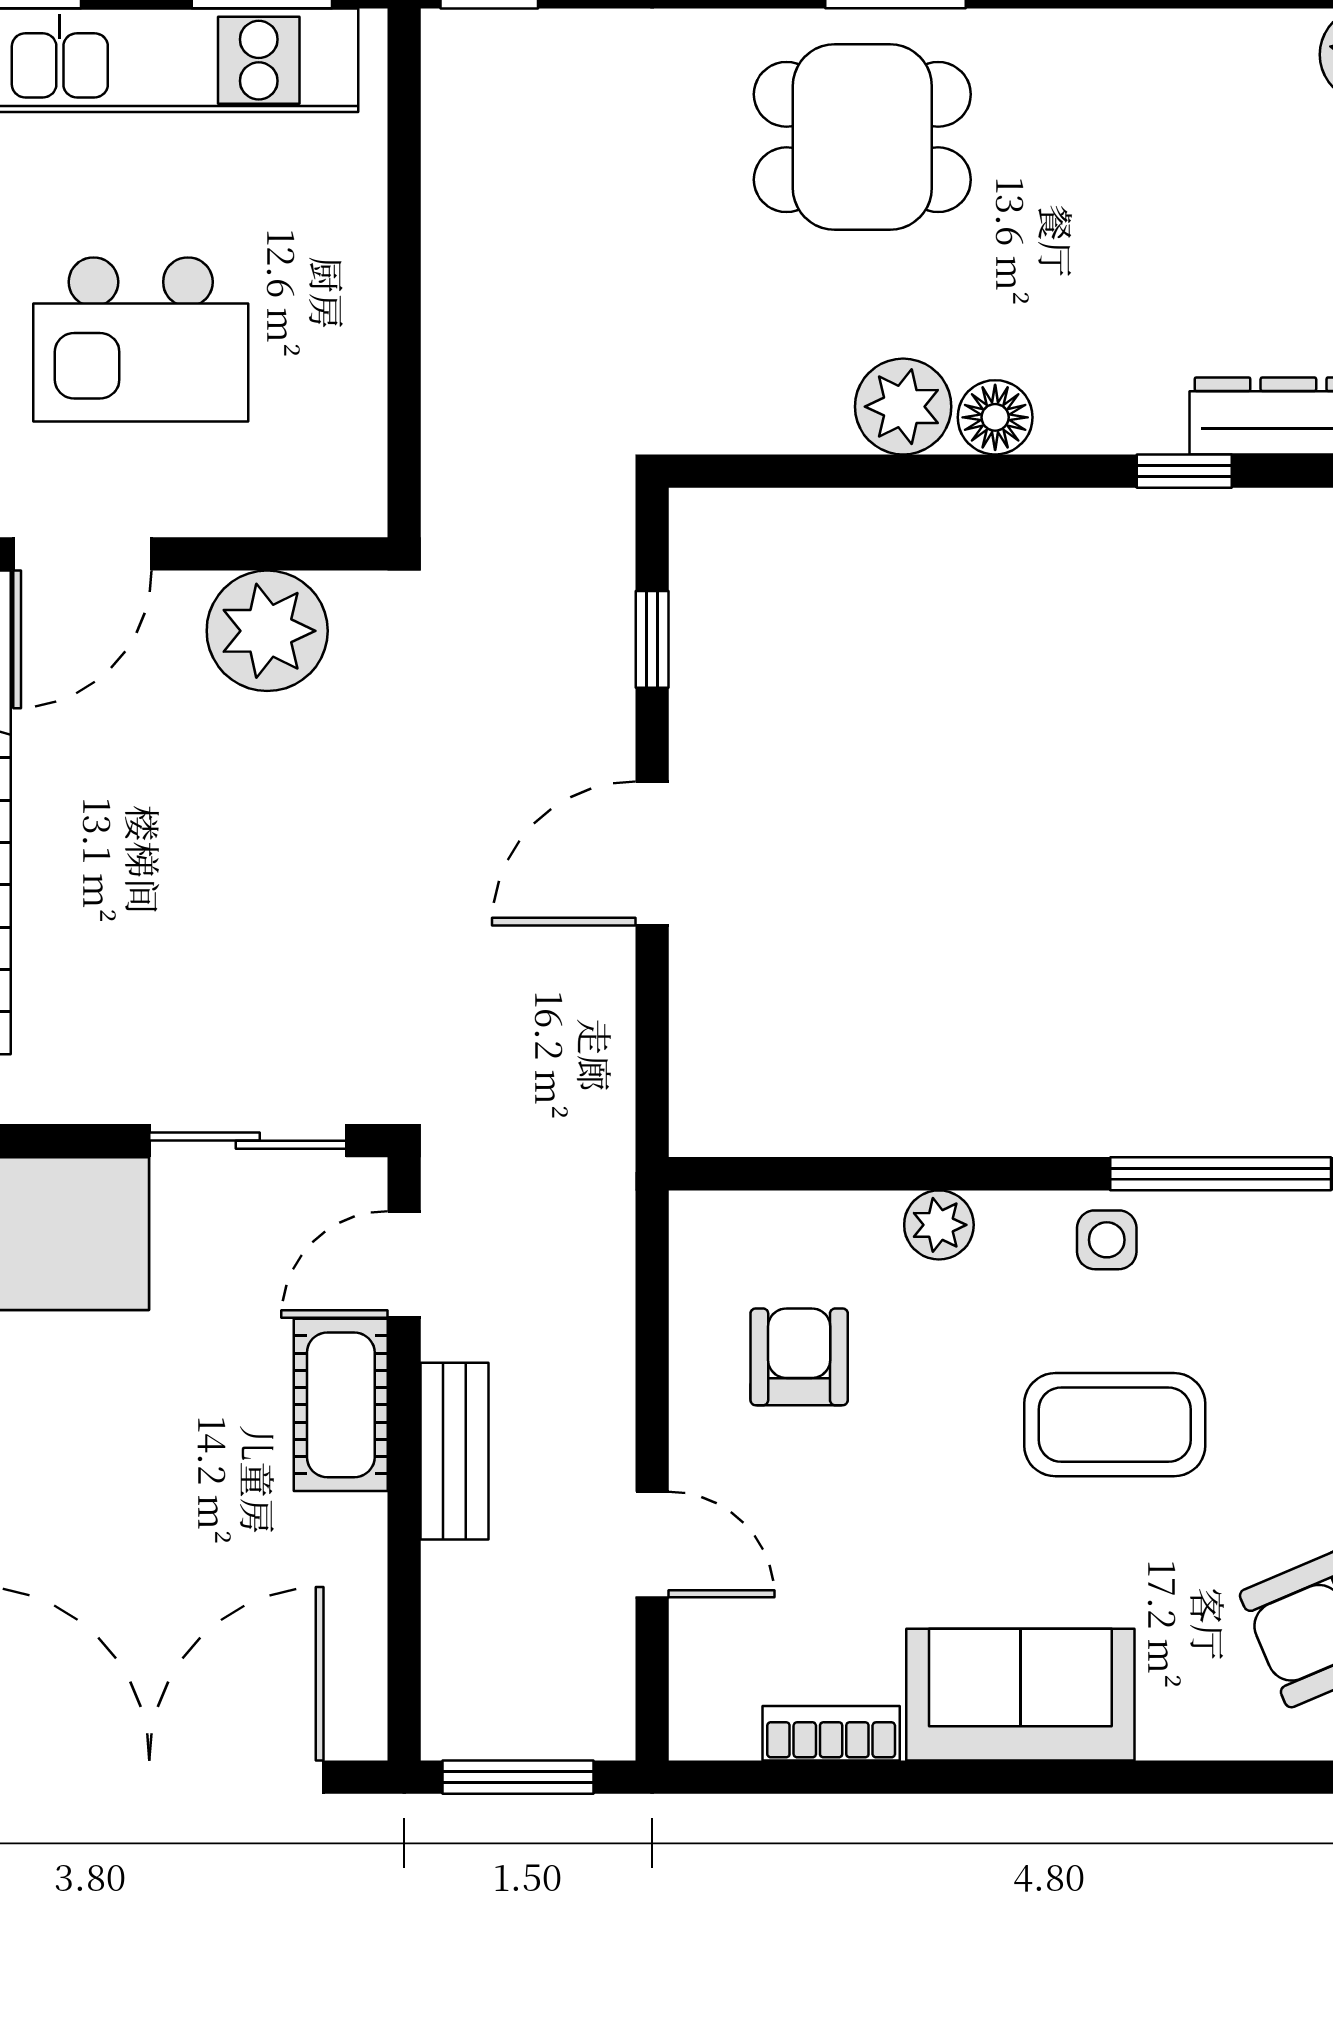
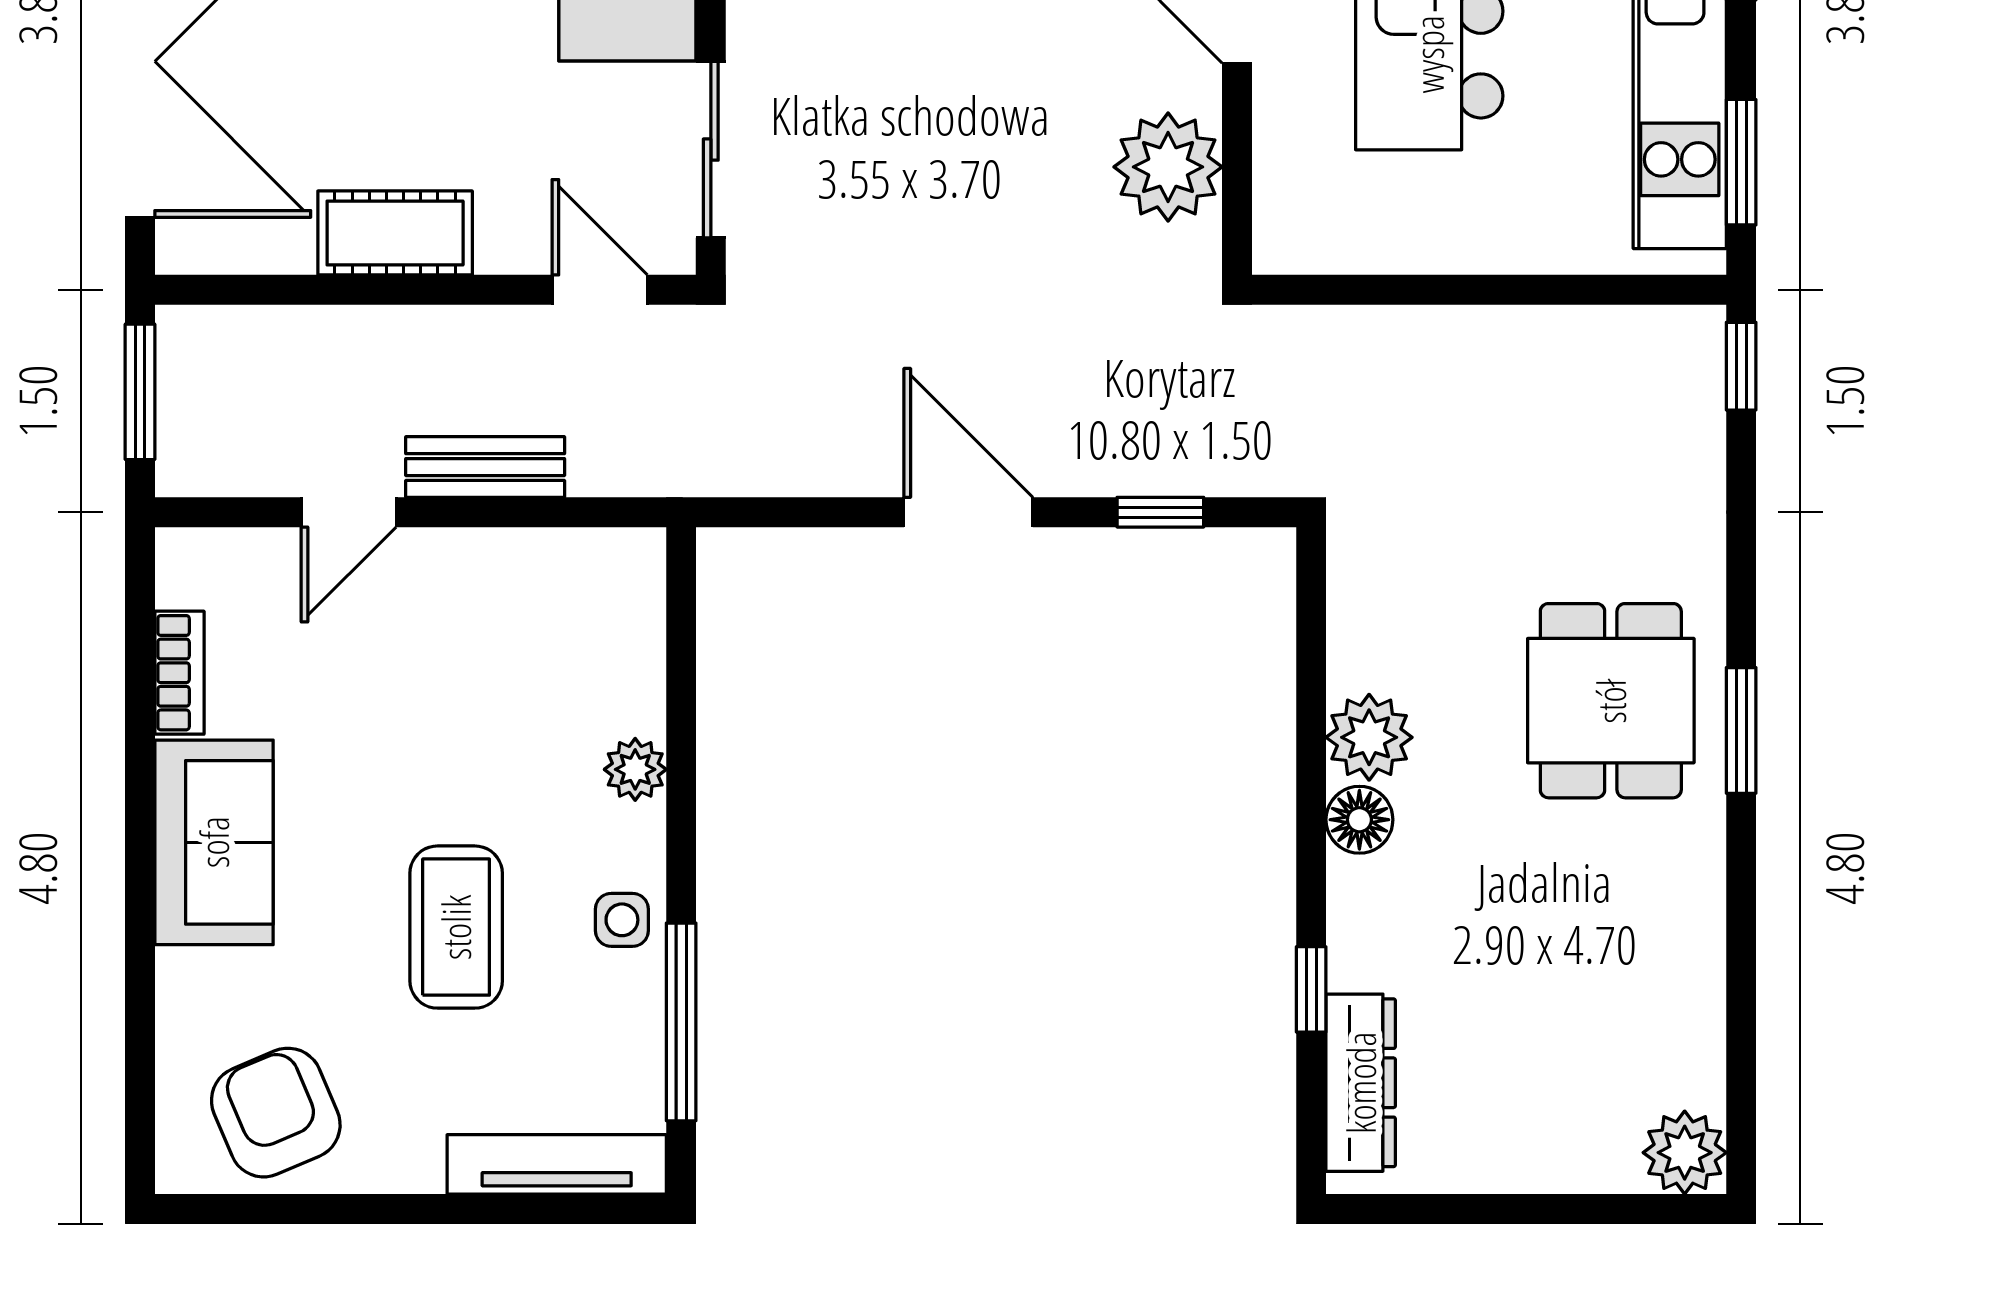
armchair: (799, 1357) -> (517, 644), removed
cot: (341, 1405) -> (395, 233), moved
bench: (454, 1451) -> (485, 467), moved

